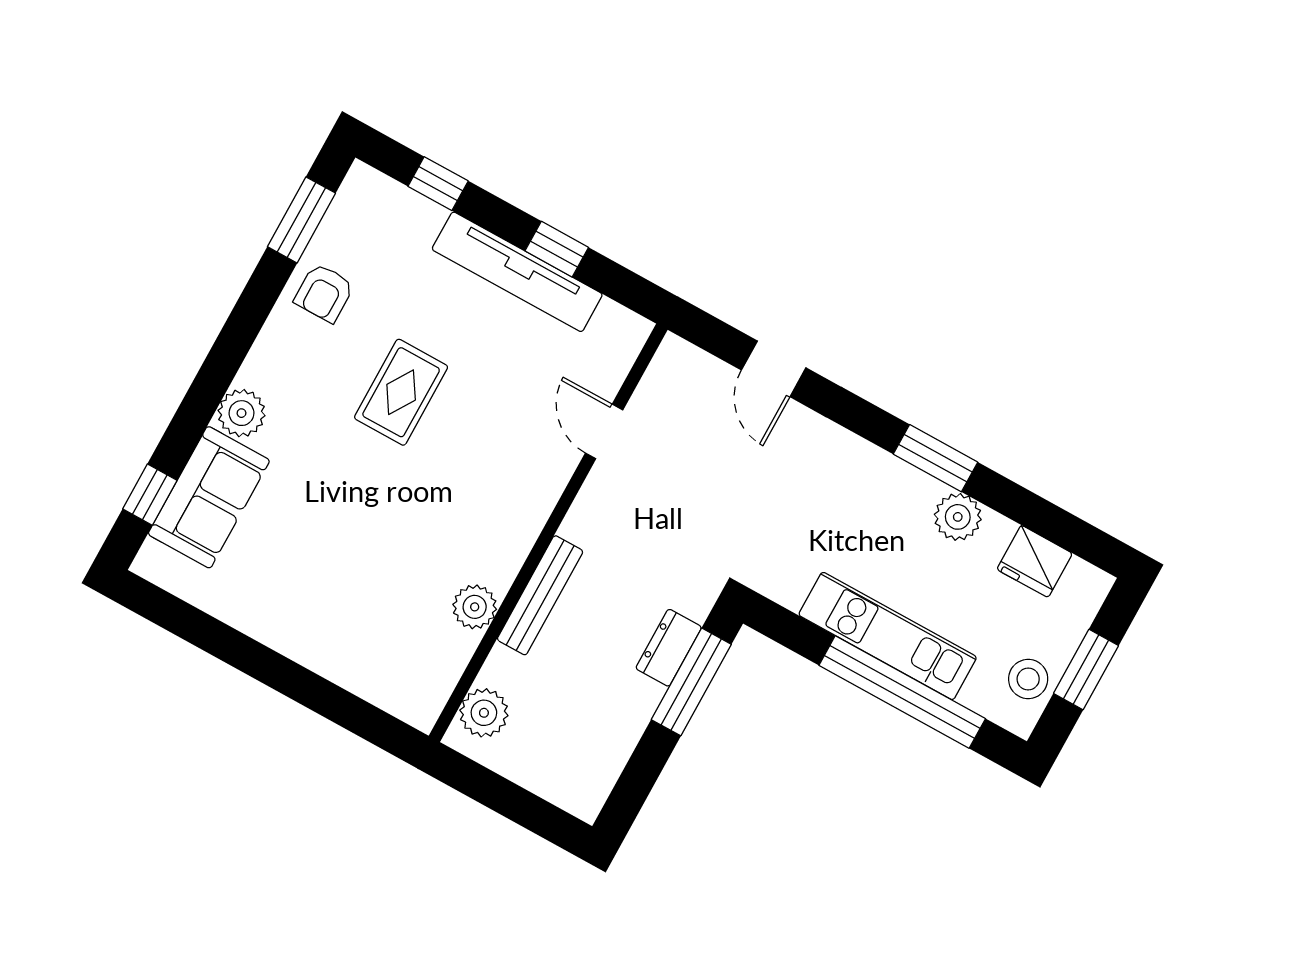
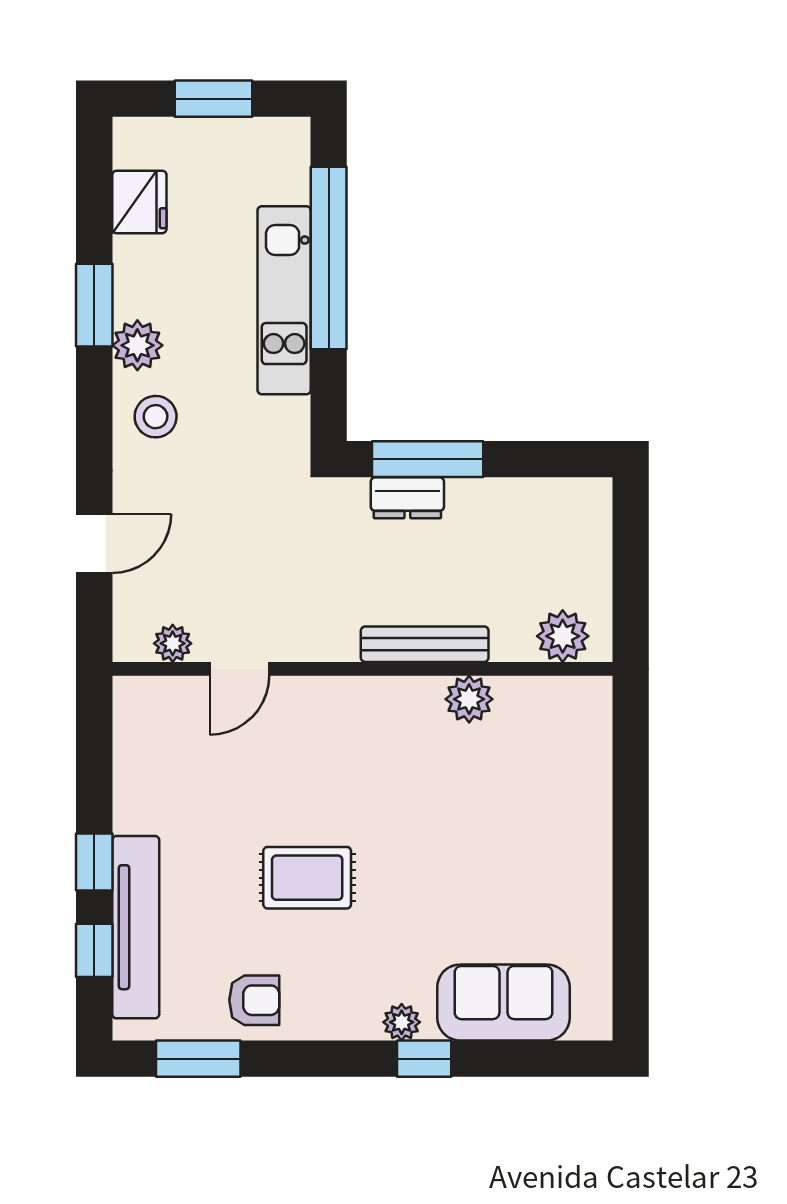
window: (557, 249) -> (94, 862), moved
tv unit: (517, 272) -> (136, 927), moved
plant: (655, 388) -> (173, 643), added
plant: (242, 413) -> (402, 1022), width x0.73, depth x0.73
window: (935, 458) -> (94, 305), moved
window: (150, 495) -> (424, 1059), moved
plant: (958, 517) -> (137, 345), moved
stool: (1028, 679) -> (156, 417), moved

